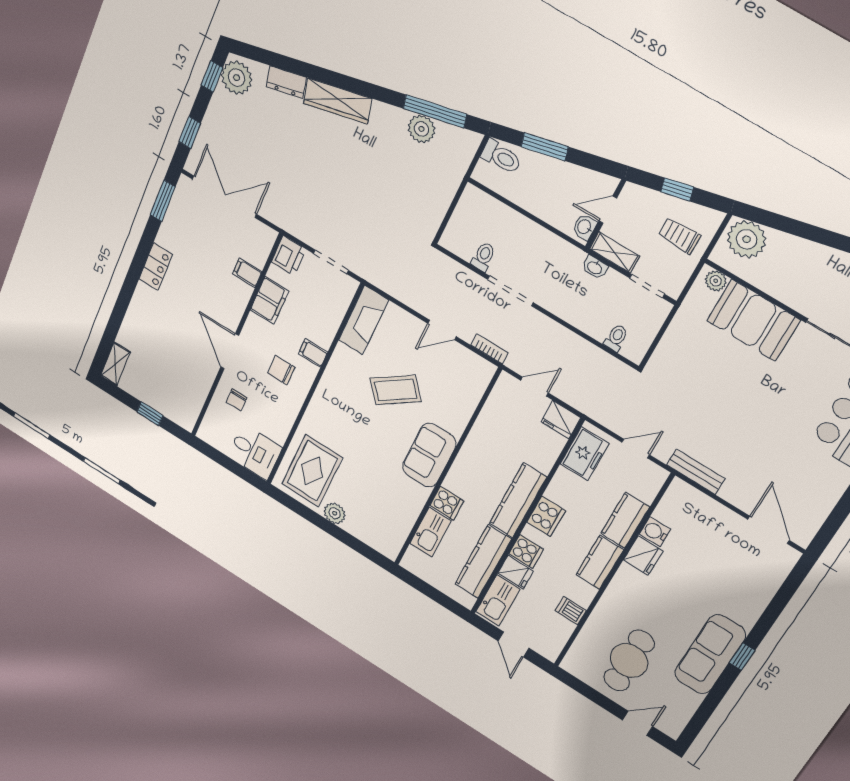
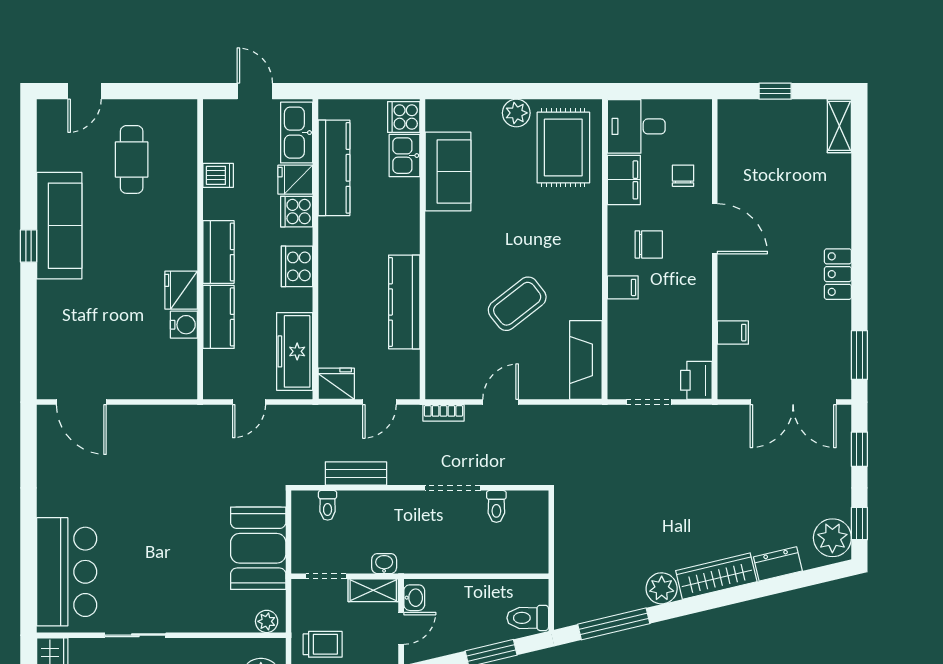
plant: (421, 129) -> (662, 588), moved
filing cabinet: (269, 300) -> (624, 180), moved, turned 180
booth: (753, 320) -> (258, 548), moved, turned 90
freezer: (585, 454) -> (295, 351), width x1.40
sofa: (429, 455) -> (448, 172), moved
bench: (696, 472) -> (356, 473), moved
kitchen counter: (518, 500) -> (404, 302), moved, turned 180
cooker: (447, 503) -> (404, 117), moved
kitchen sink: (430, 532) -> (405, 156), width x0.73
cafe table: (629, 661) -> (132, 159), width x0.73, depth x0.74

